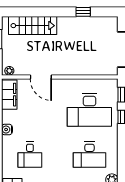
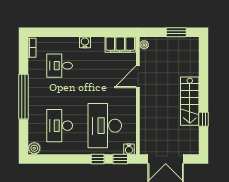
stairs: (33, 26) -> (190, 101), moved
water cooler: (113, 86) -> (129, 149), added

